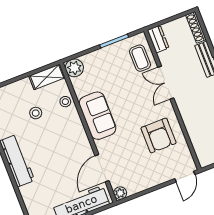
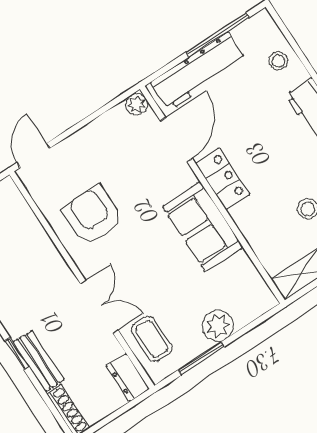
plant: (74, 68) -> (218, 326), moved
stool: (65, 102) -> (278, 61), moved
locker: (81, 140) -> (222, 179), added

